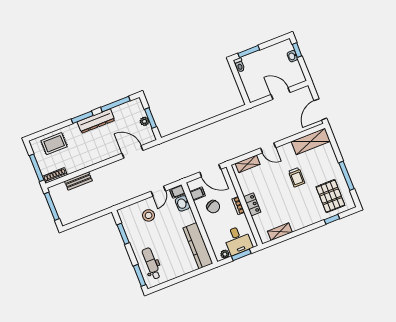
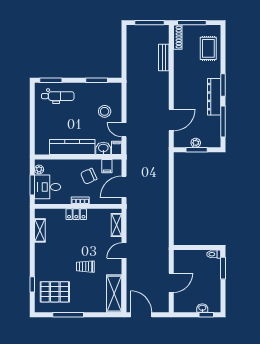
kitchen counter: (198, 246) -> (72, 147), moved

